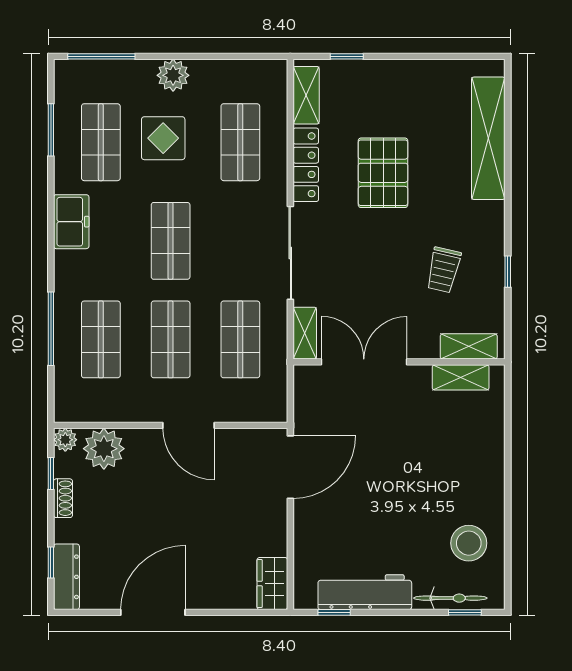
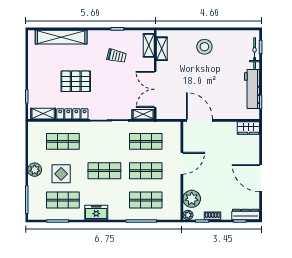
stool: (469, 543) -> (204, 47), moved

